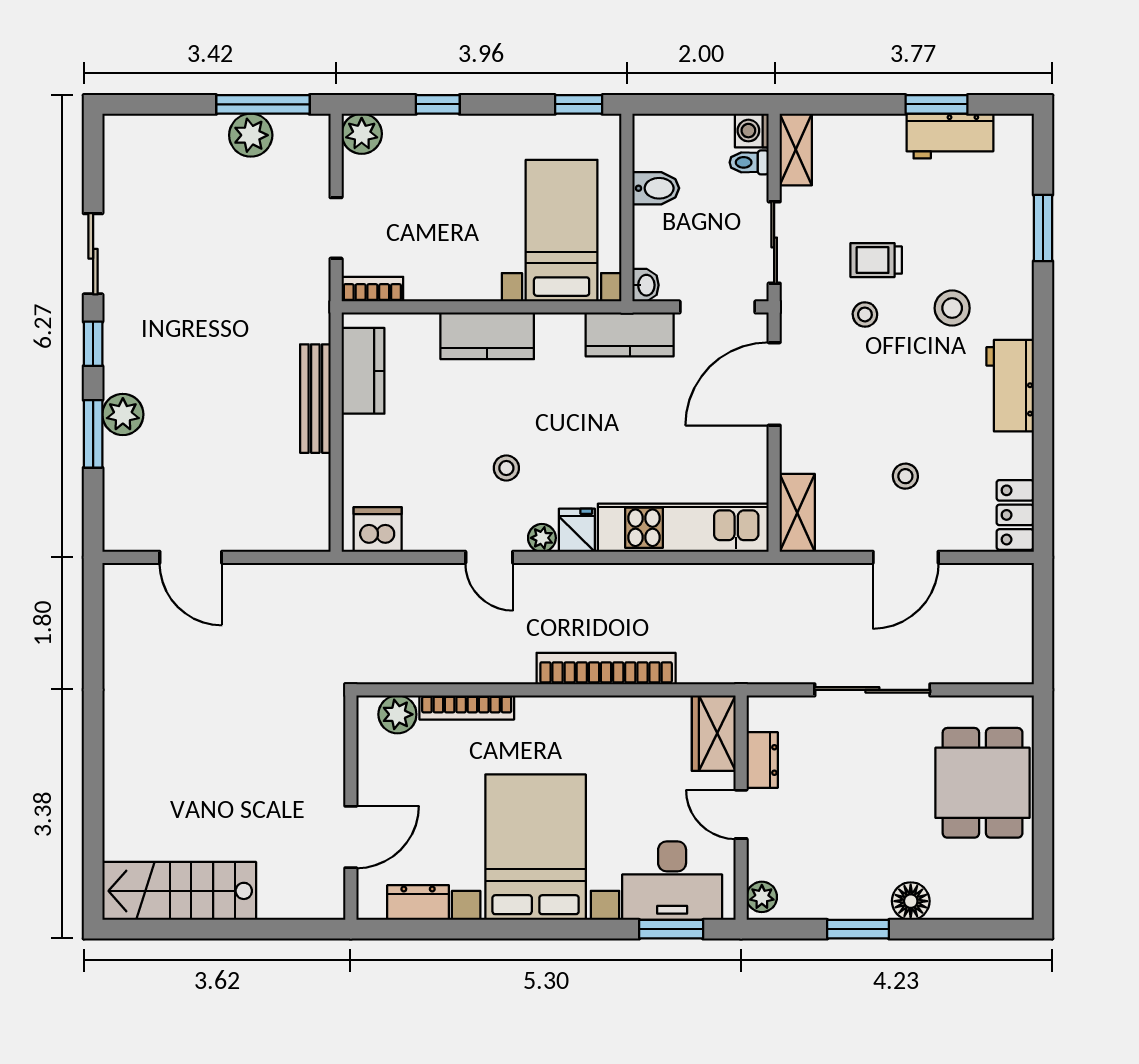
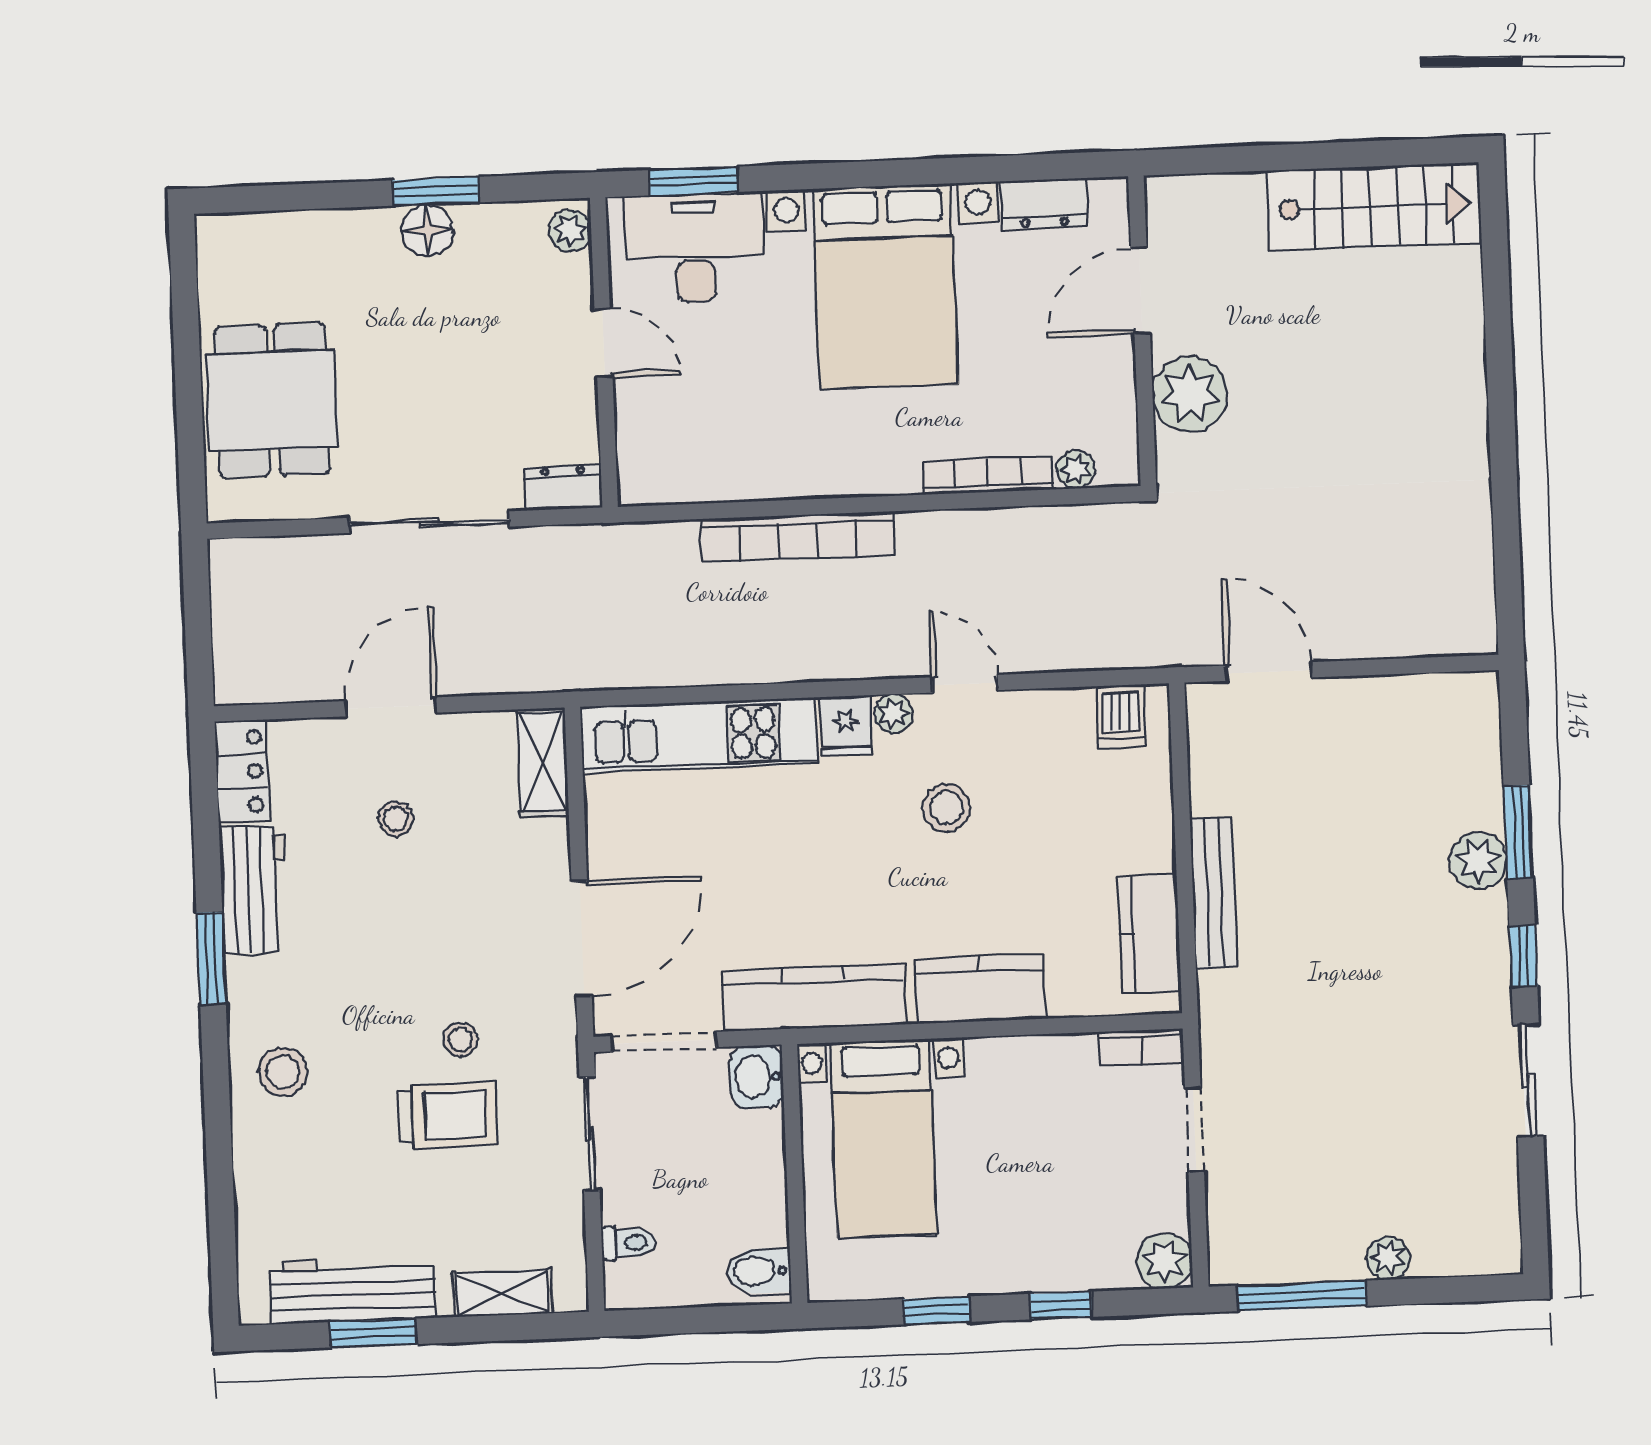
window: (579, 104) -> (936, 1310), moved
washing machine: (752, 131) -> (627, 1287), removed
plant: (251, 135) -> (1388, 1258), moved, width x0.73, depth x0.73
workbench: (950, 136) -> (353, 1290), width x1.38
shelving: (796, 149) -> (502, 1293), moved, turned 90
bidet: (656, 188) -> (759, 1271), moved
window: (1043, 228) -> (211, 958), moved
trolley: (876, 260) -> (448, 1115), width x1.36, depth x1.39
washbasin: (646, 285) -> (757, 1077), width x1.38, depth x1.45
stool: (952, 308) -> (283, 1072), moved
kitchen counter: (630, 334) -> (814, 998), width x1.50
workbench: (1010, 386) -> (254, 889), moved
stool: (506, 468) -> (946, 808), width x1.37, depth x1.37
dishwasher: (378, 529) -> (1120, 716), width x0.73
door: (191, 557) -> (1269, 672), moved
plant: (397, 714) -> (1076, 469), width x0.73, depth x0.73
wardrobe: (714, 733) -> (646, 454), removed
plant: (318, 760) -> (1190, 394), added
dresser: (762, 760) -> (563, 488), moved, turned 90
floor lamp: (911, 901) -> (428, 230), moved

